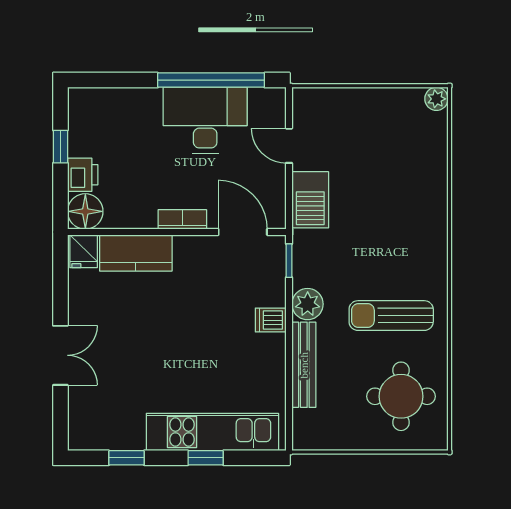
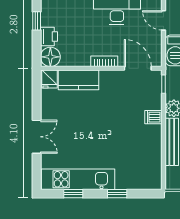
kitchen unit: (212, 432) -> (78, 179), moved

